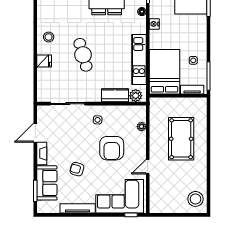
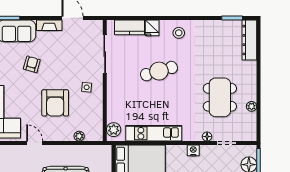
kitchen counter: (115, 95) -> (130, 27), moved, turned 90
armchair: (112, 148) -> (55, 103), turned -90

